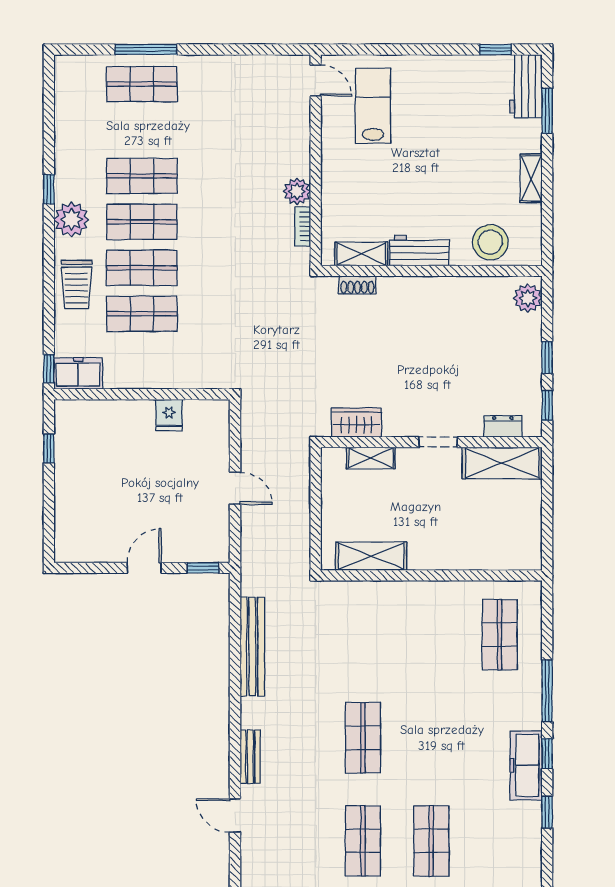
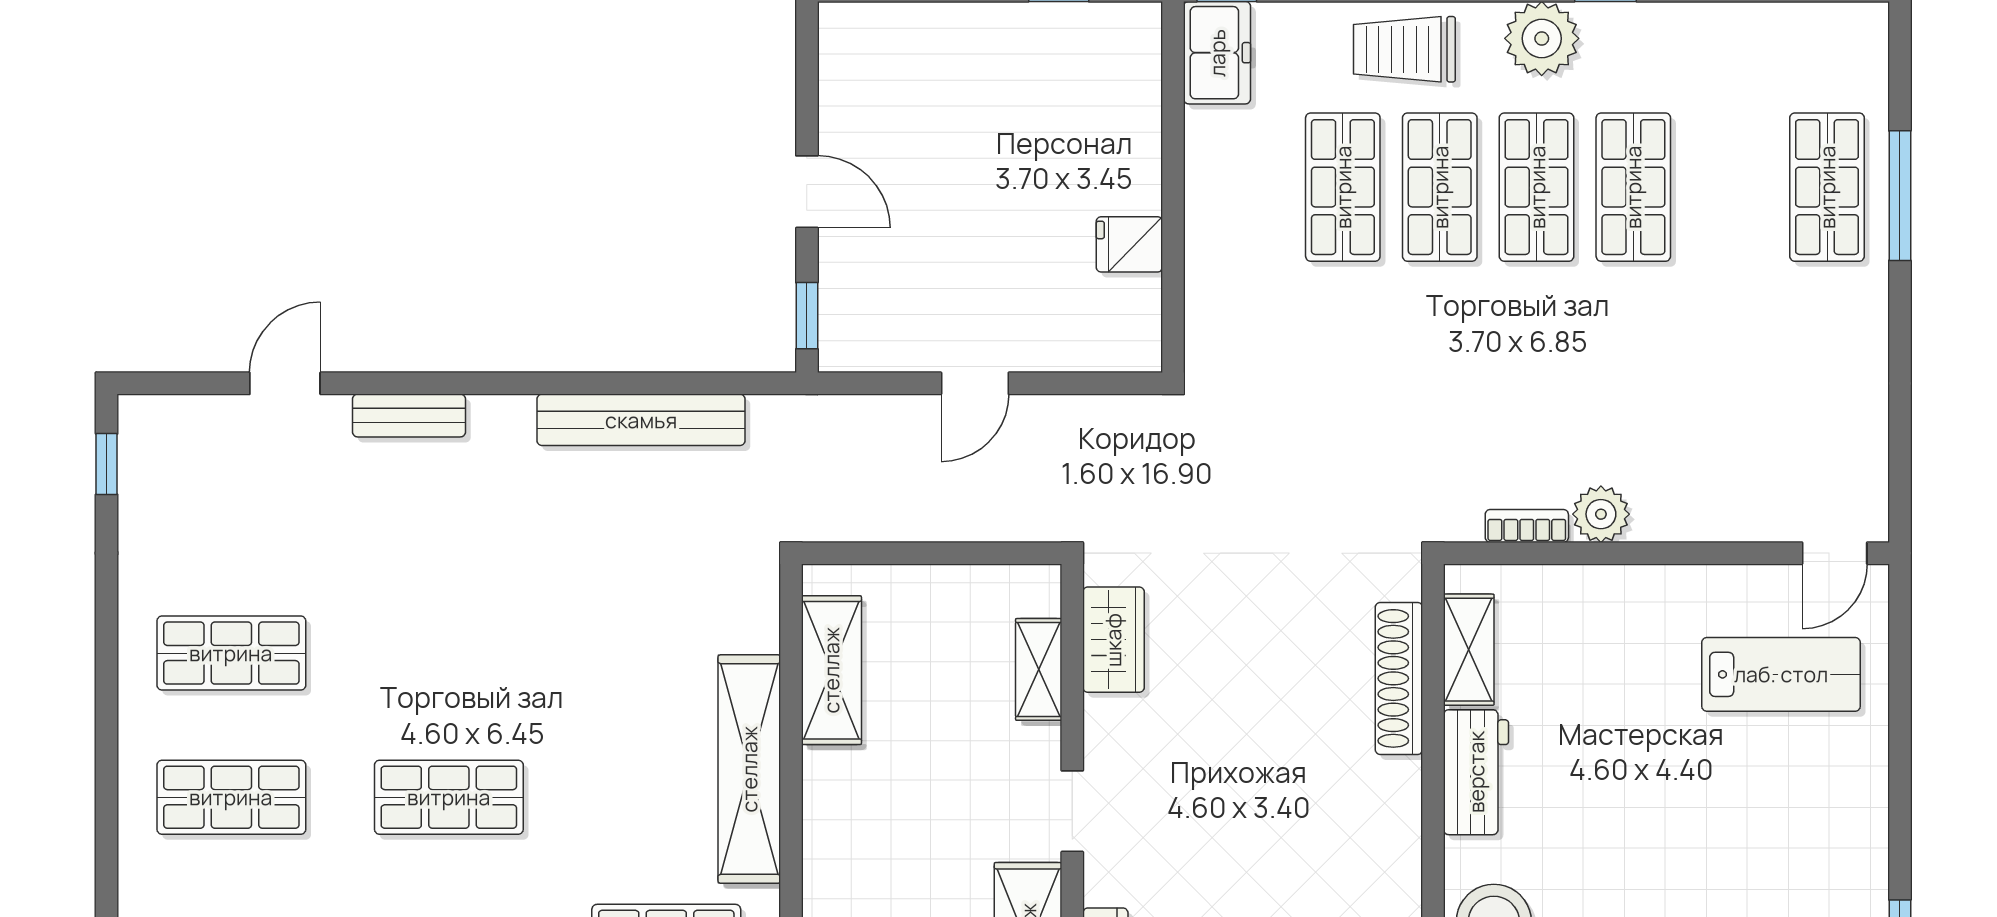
shoe rack: (357, 285) -> (1399, 678), width x1.94, depth x1.24
shelving: (418, 595) -> (749, 769), added
shop shelf: (363, 738) -> (449, 797), moved

